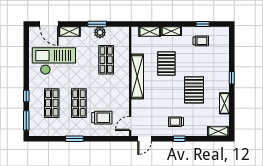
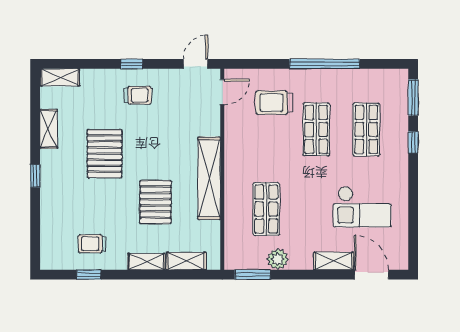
window: (97, 24) -> (253, 275), moved
checkout: (54, 61) -> (362, 207), width x0.73, depth x0.83
window: (74, 139) -> (325, 64), width x2.11

